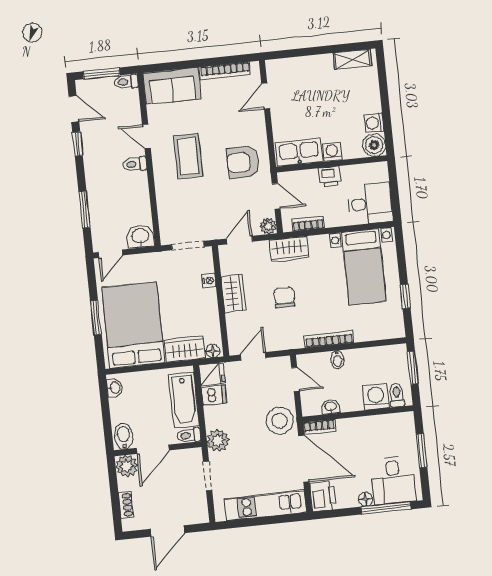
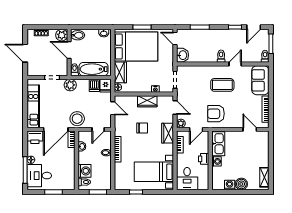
boiler: (374, 145) -> (241, 184), moved
armchair: (243, 162) -> (216, 114), turned -90

